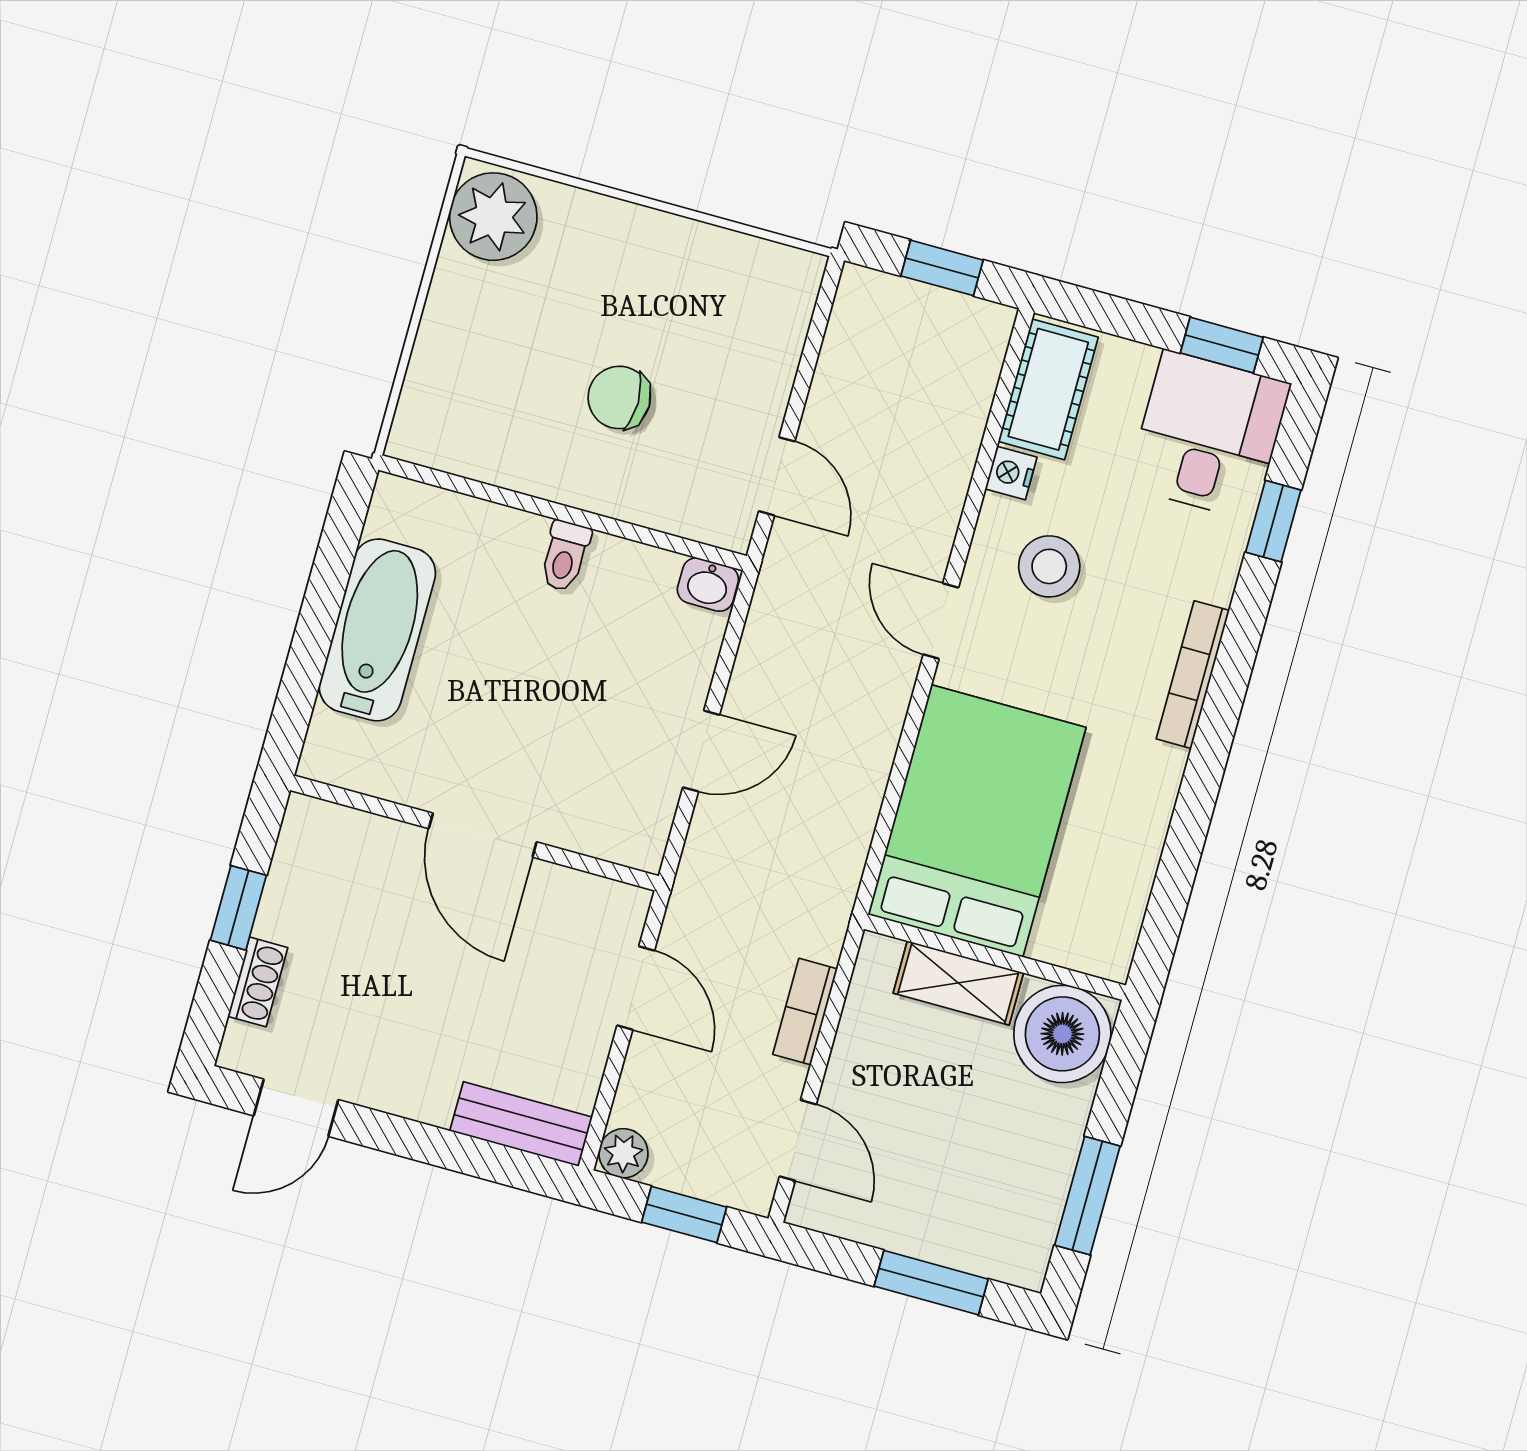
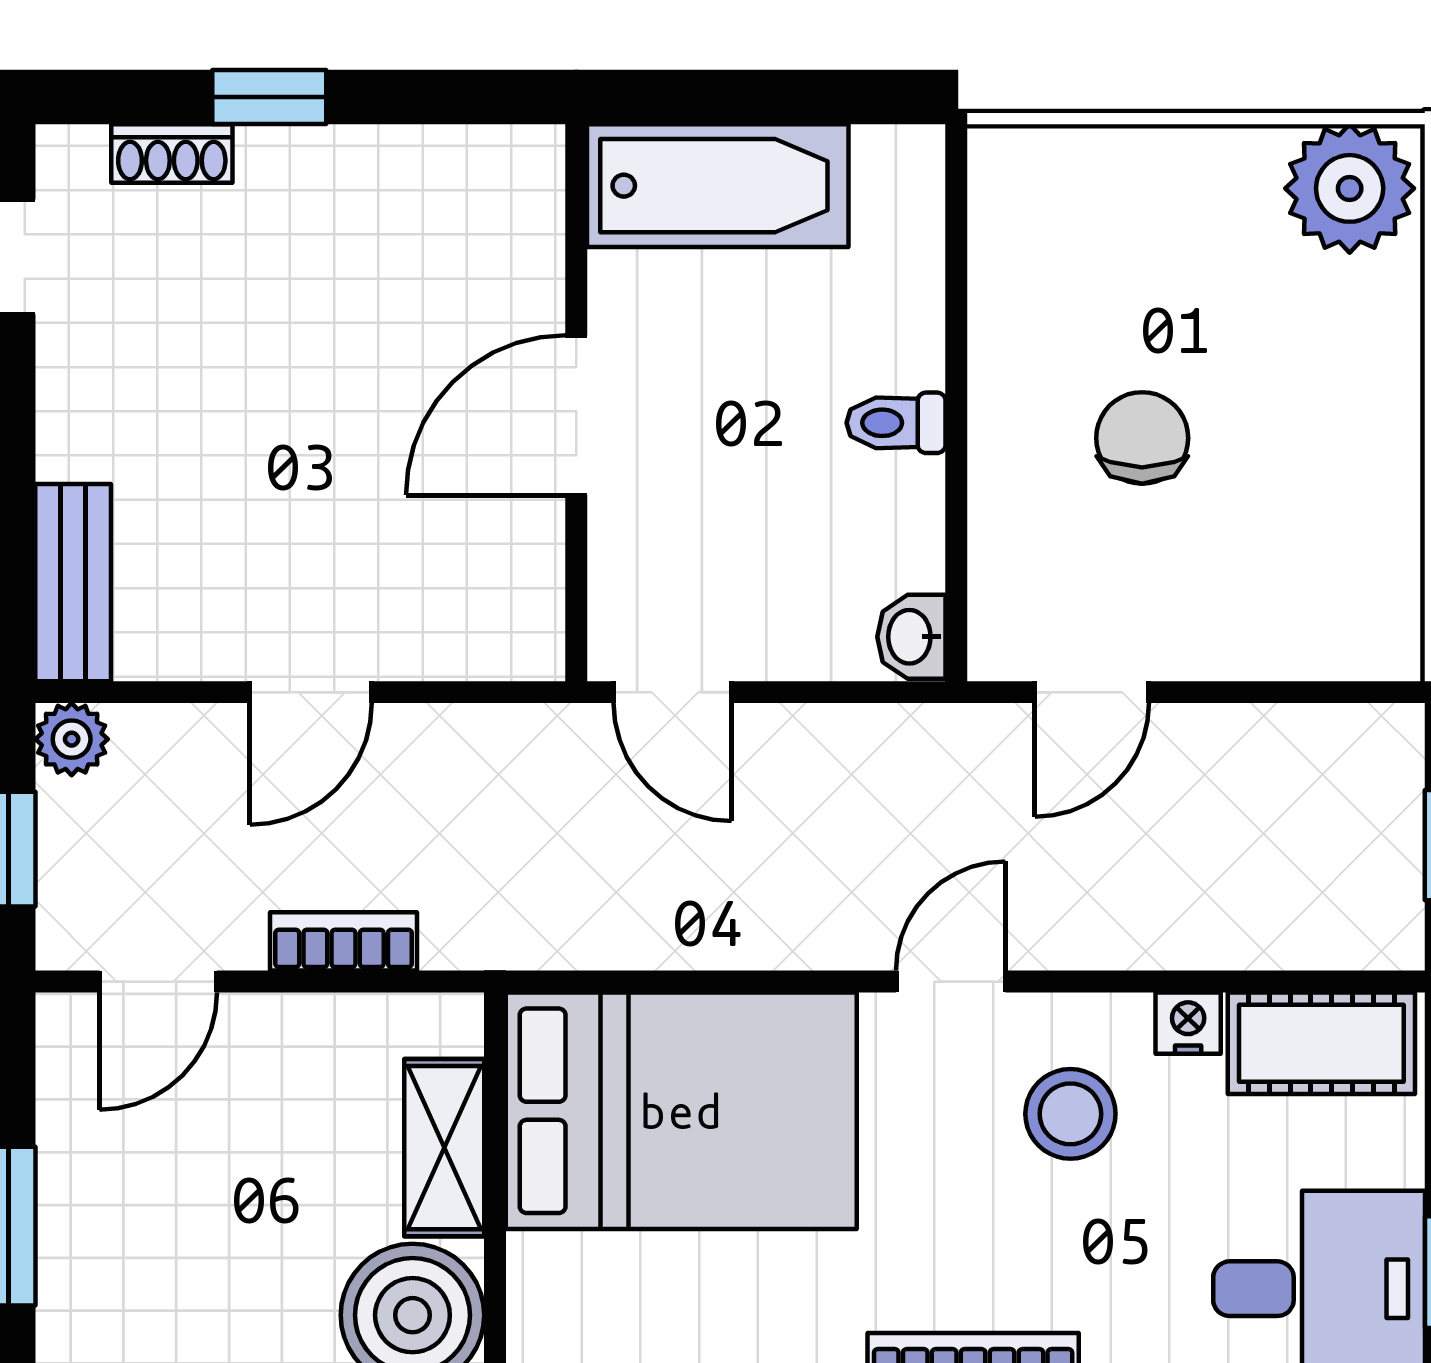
wall: (474, 833) -> (576, 403), moved
door: (483, 835) -> (576, 415), moved

